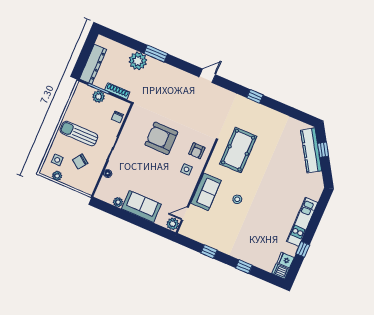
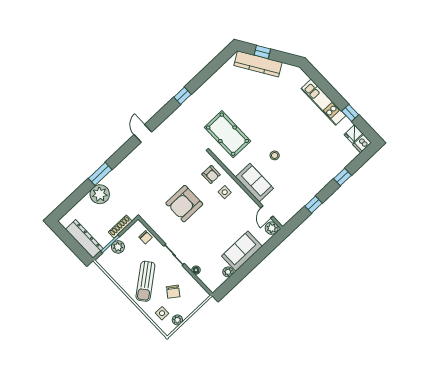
sun lounger: (79, 134) -> (145, 281), turned -38

